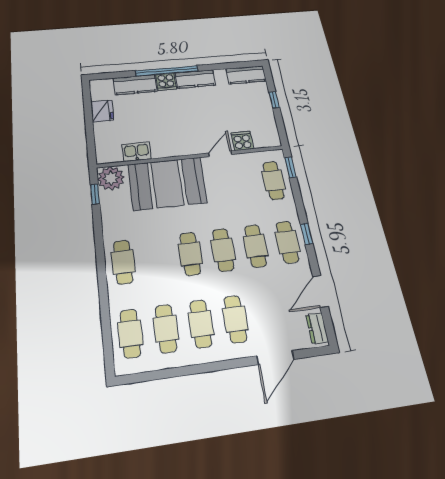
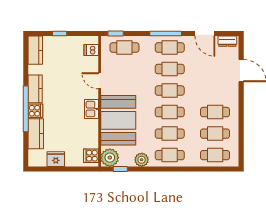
dishwasher: (261, 139) -> (91, 50), added
cooker: (242, 141) -> (91, 156), moved
kitchen sink: (137, 152) -> (91, 109), moved
plant: (112, 222) -> (142, 160), added
window: (307, 234) -> (166, 34), width x2.17
cafe table: (235, 319) -> (170, 134), moved

